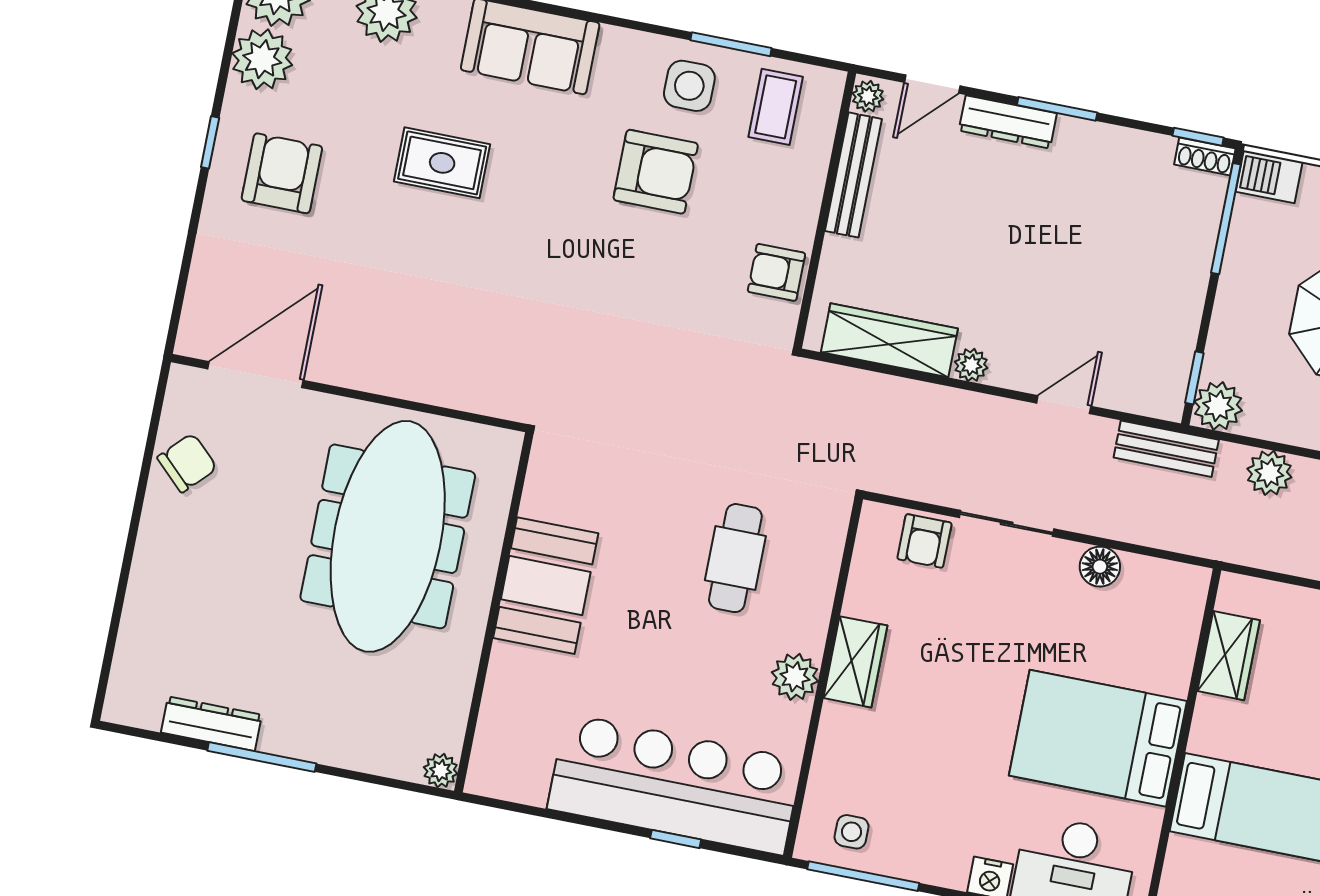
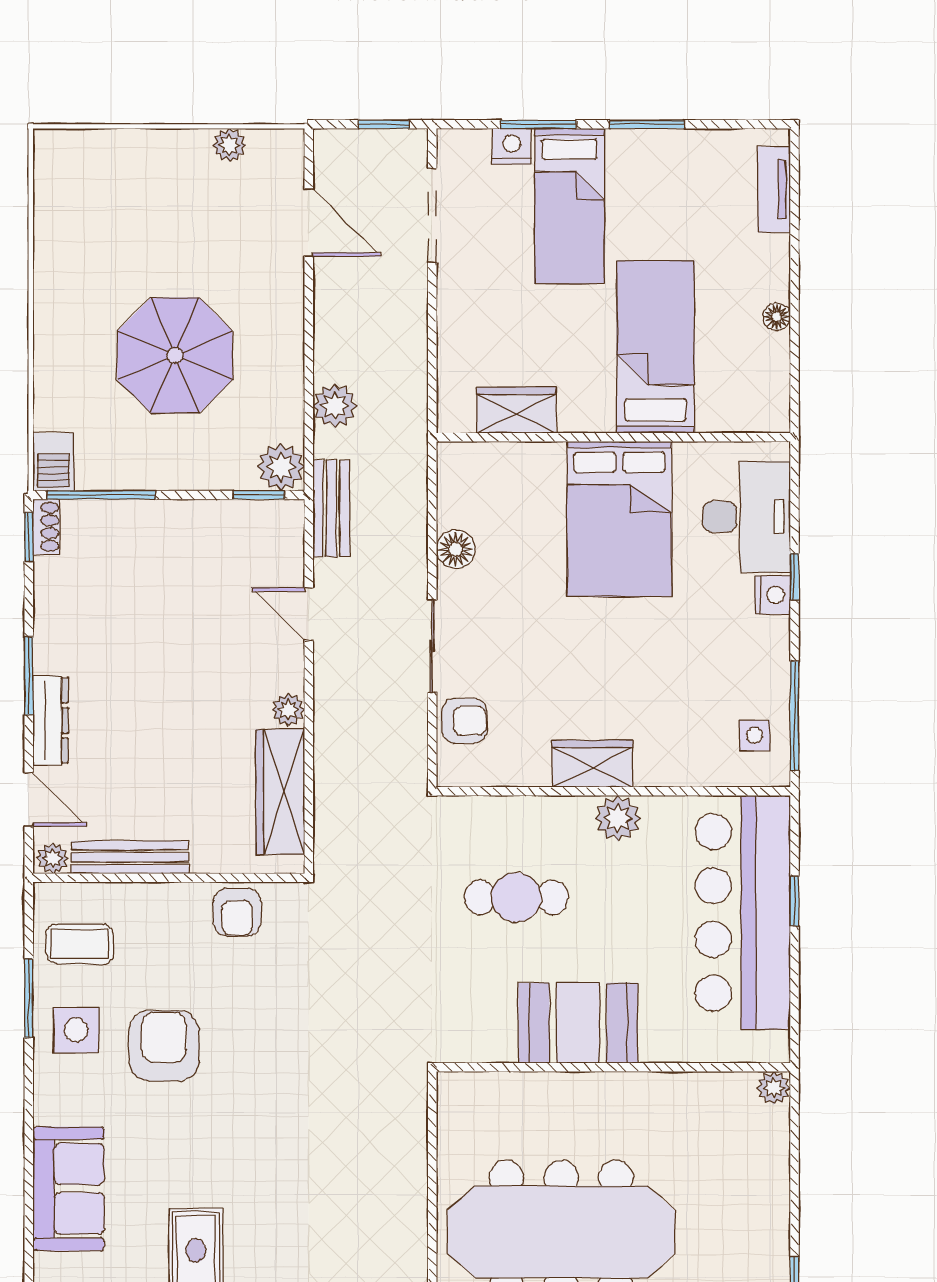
booth: (546, 586) -> (578, 1023), moved
wall: (494, 612) -> (613, 1067), moved
plant: (441, 771) -> (774, 1088), moved

